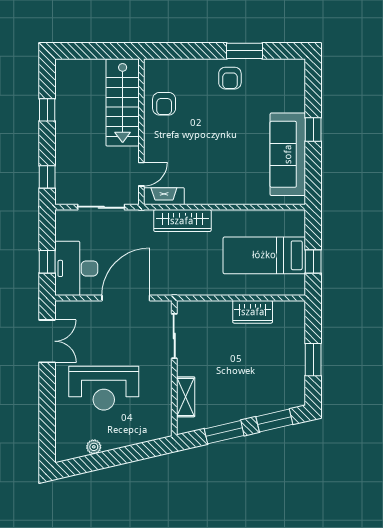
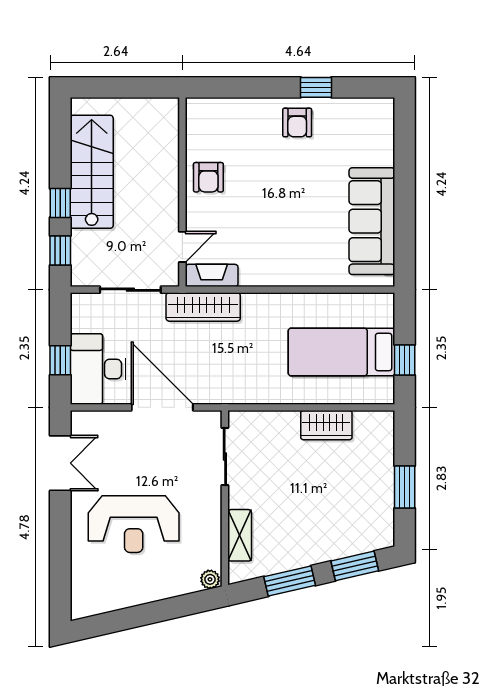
window: (245, 51) -> (316, 87), width x0.67
stairs: (123, 102) -> (92, 172), moved, turned 180
armchair: (164, 104) -> (208, 177), moved
window: (47, 110) -> (60, 203), moved
window: (313, 129) -> (405, 189), removed
wardrobe: (182, 221) -> (203, 307), moved
door: (126, 298) -> (162, 407), hinge flipped
plant: (94, 447) -> (210, 579), moved

